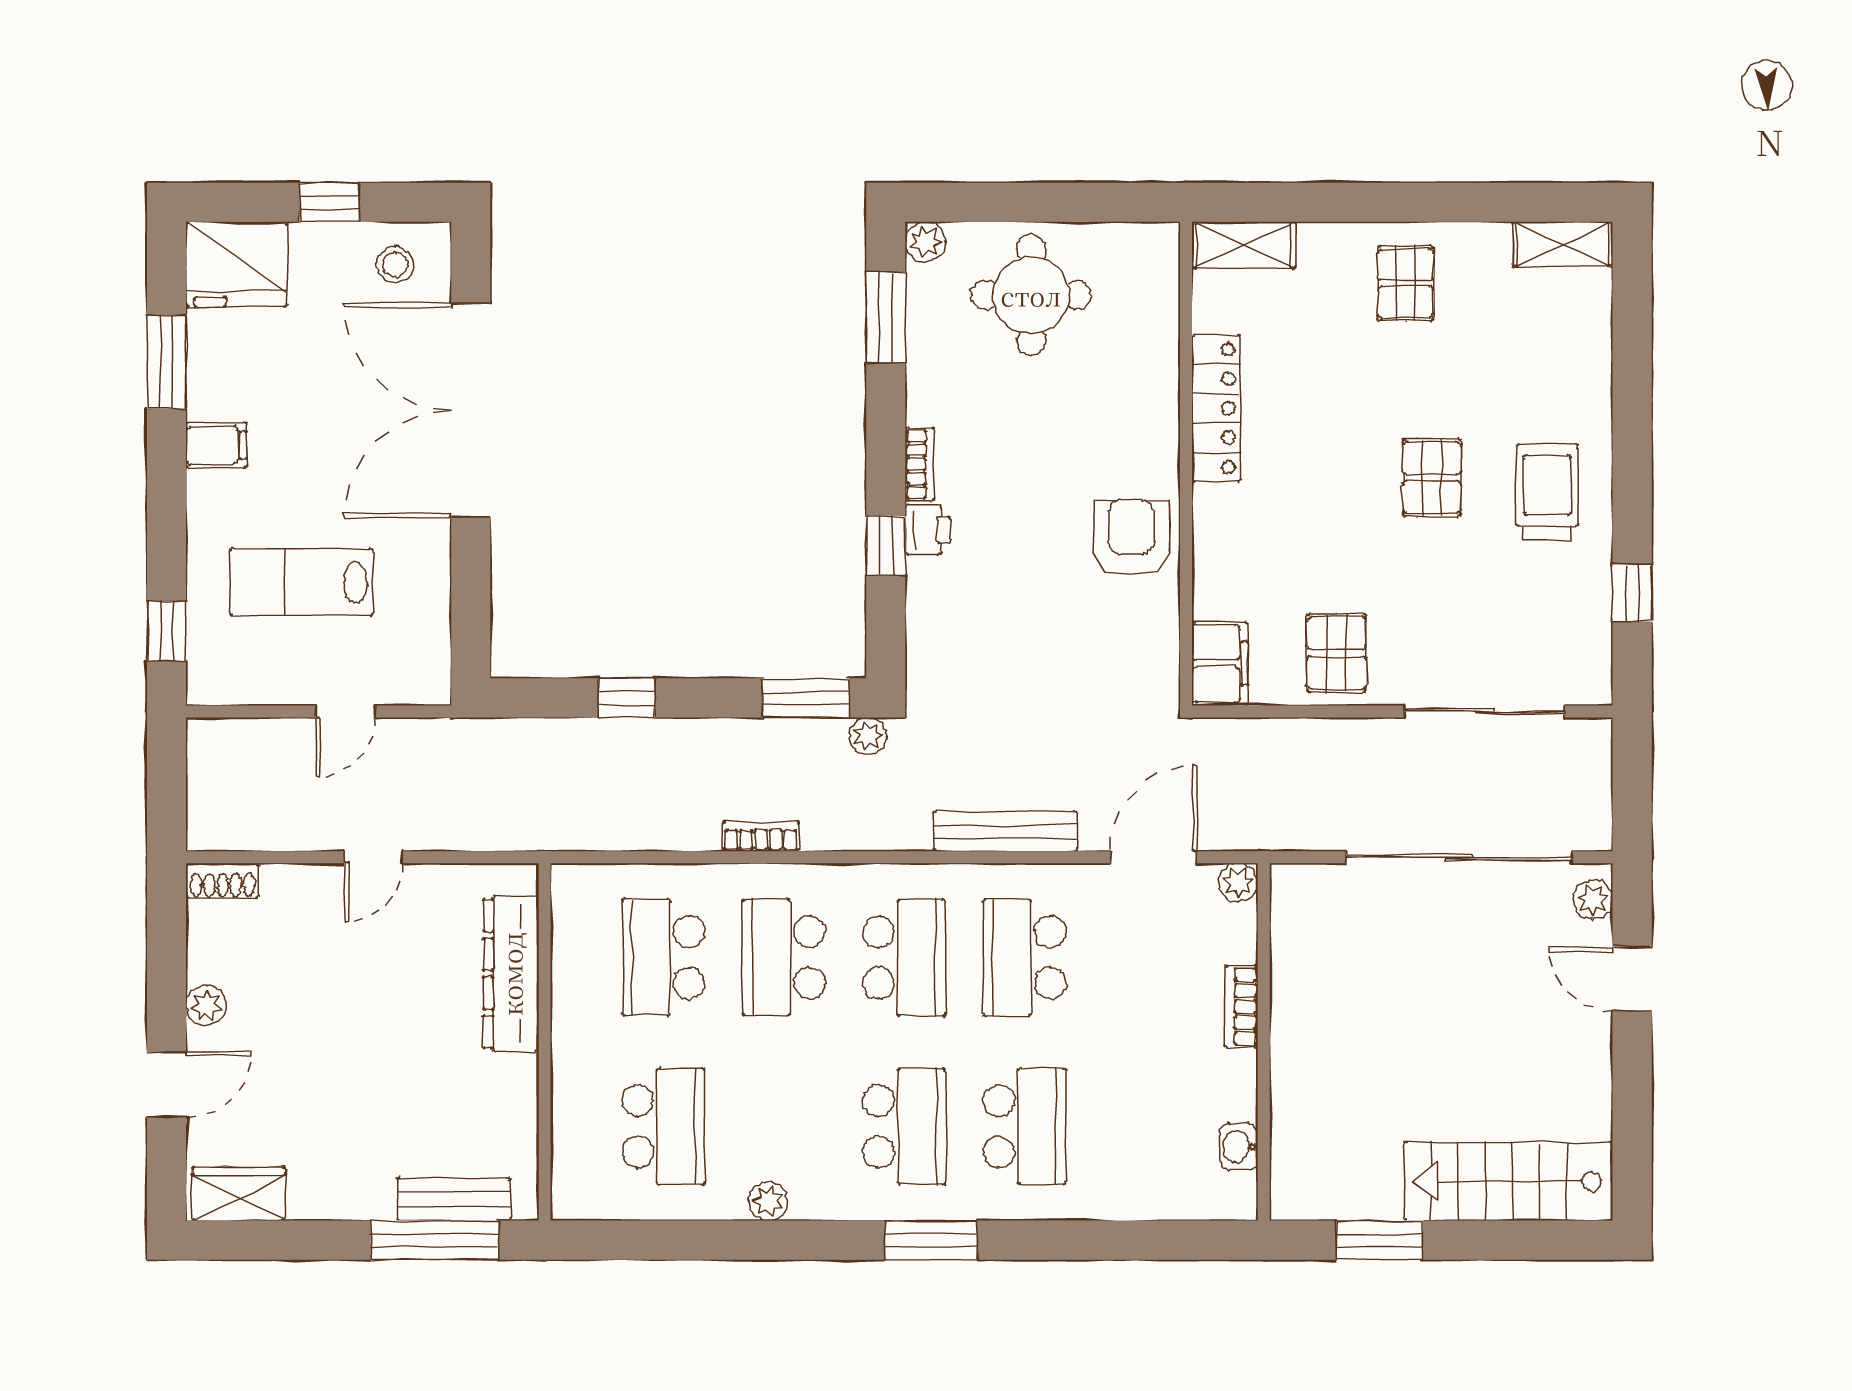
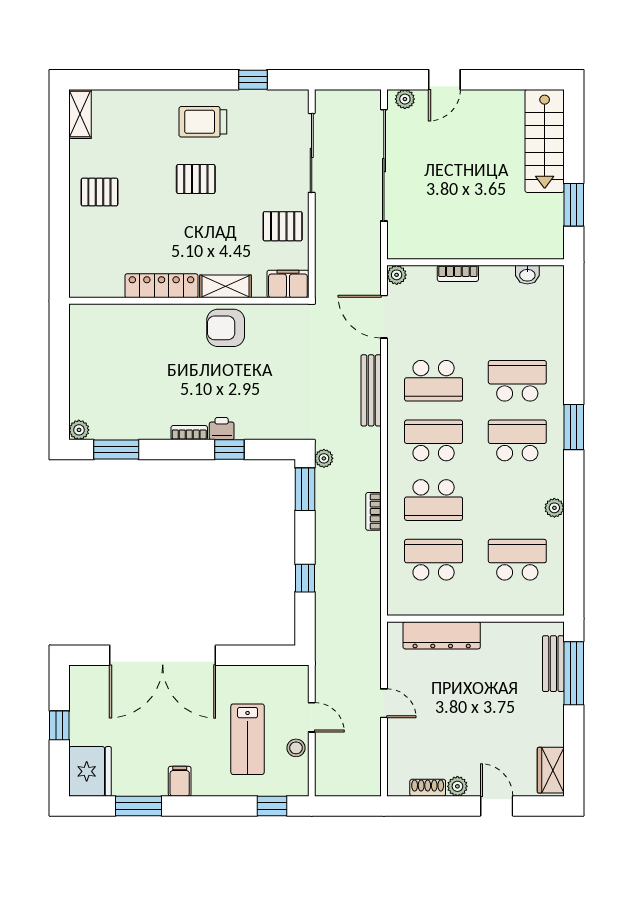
shelving: (1244, 245) -> (226, 286), moved, turned 90
stool: (395, 264) -> (296, 748), moved
round table: (1031, 295) -> (105, 377), removed
shoe rack: (222, 881) -> (428, 788), moved, turned -90
school desk: (664, 957) -> (434, 560), turned 180

